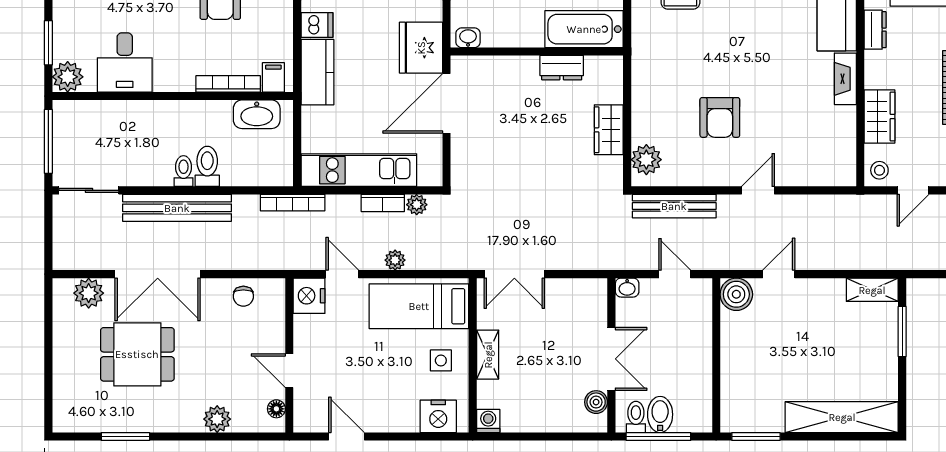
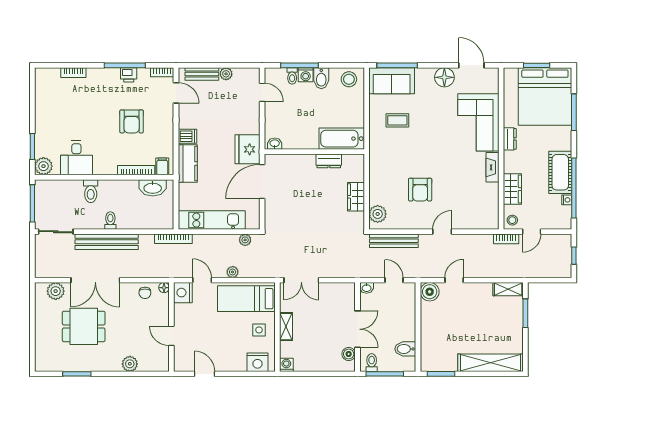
toilet: (207, 166) -> (91, 191), moved, turned 180
bookcase: (383, 203) -> (506, 239), moved
floor lamp: (276, 409) -> (164, 288), moved
bidet: (660, 414) -> (405, 349), moved, turned -90

